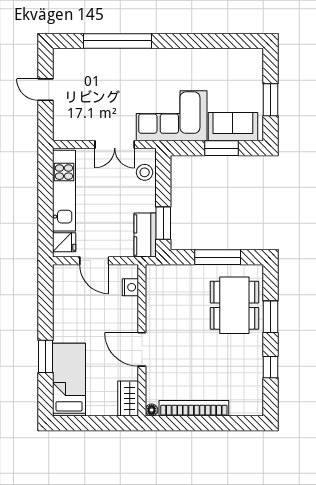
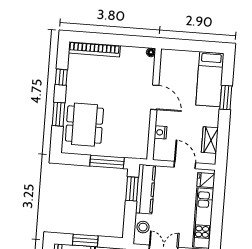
kitchen counter: (145, 235) -> (145, 189), width x1.50
window: (218, 257) -> (107, 162), moved
nightstand: (130, 287) -> (161, 132), moved
wardrobe: (128, 398) -> (210, 140), moved, turned 180
bookcase: (194, 408) -> (94, 49), moved

